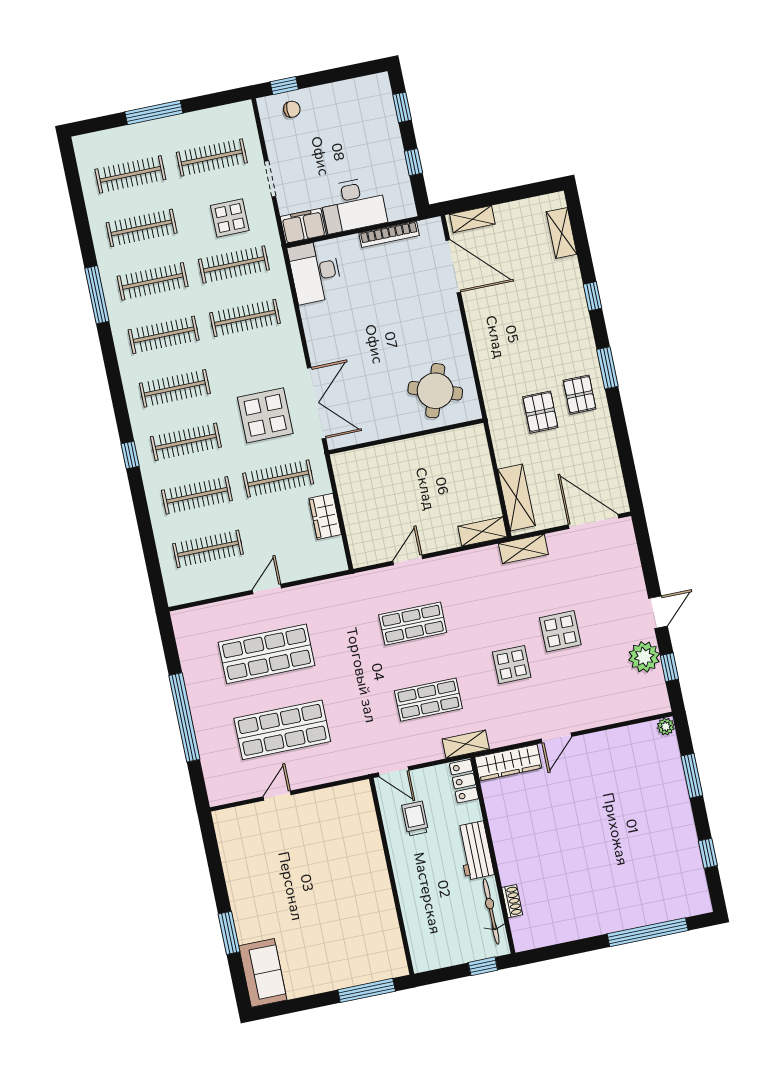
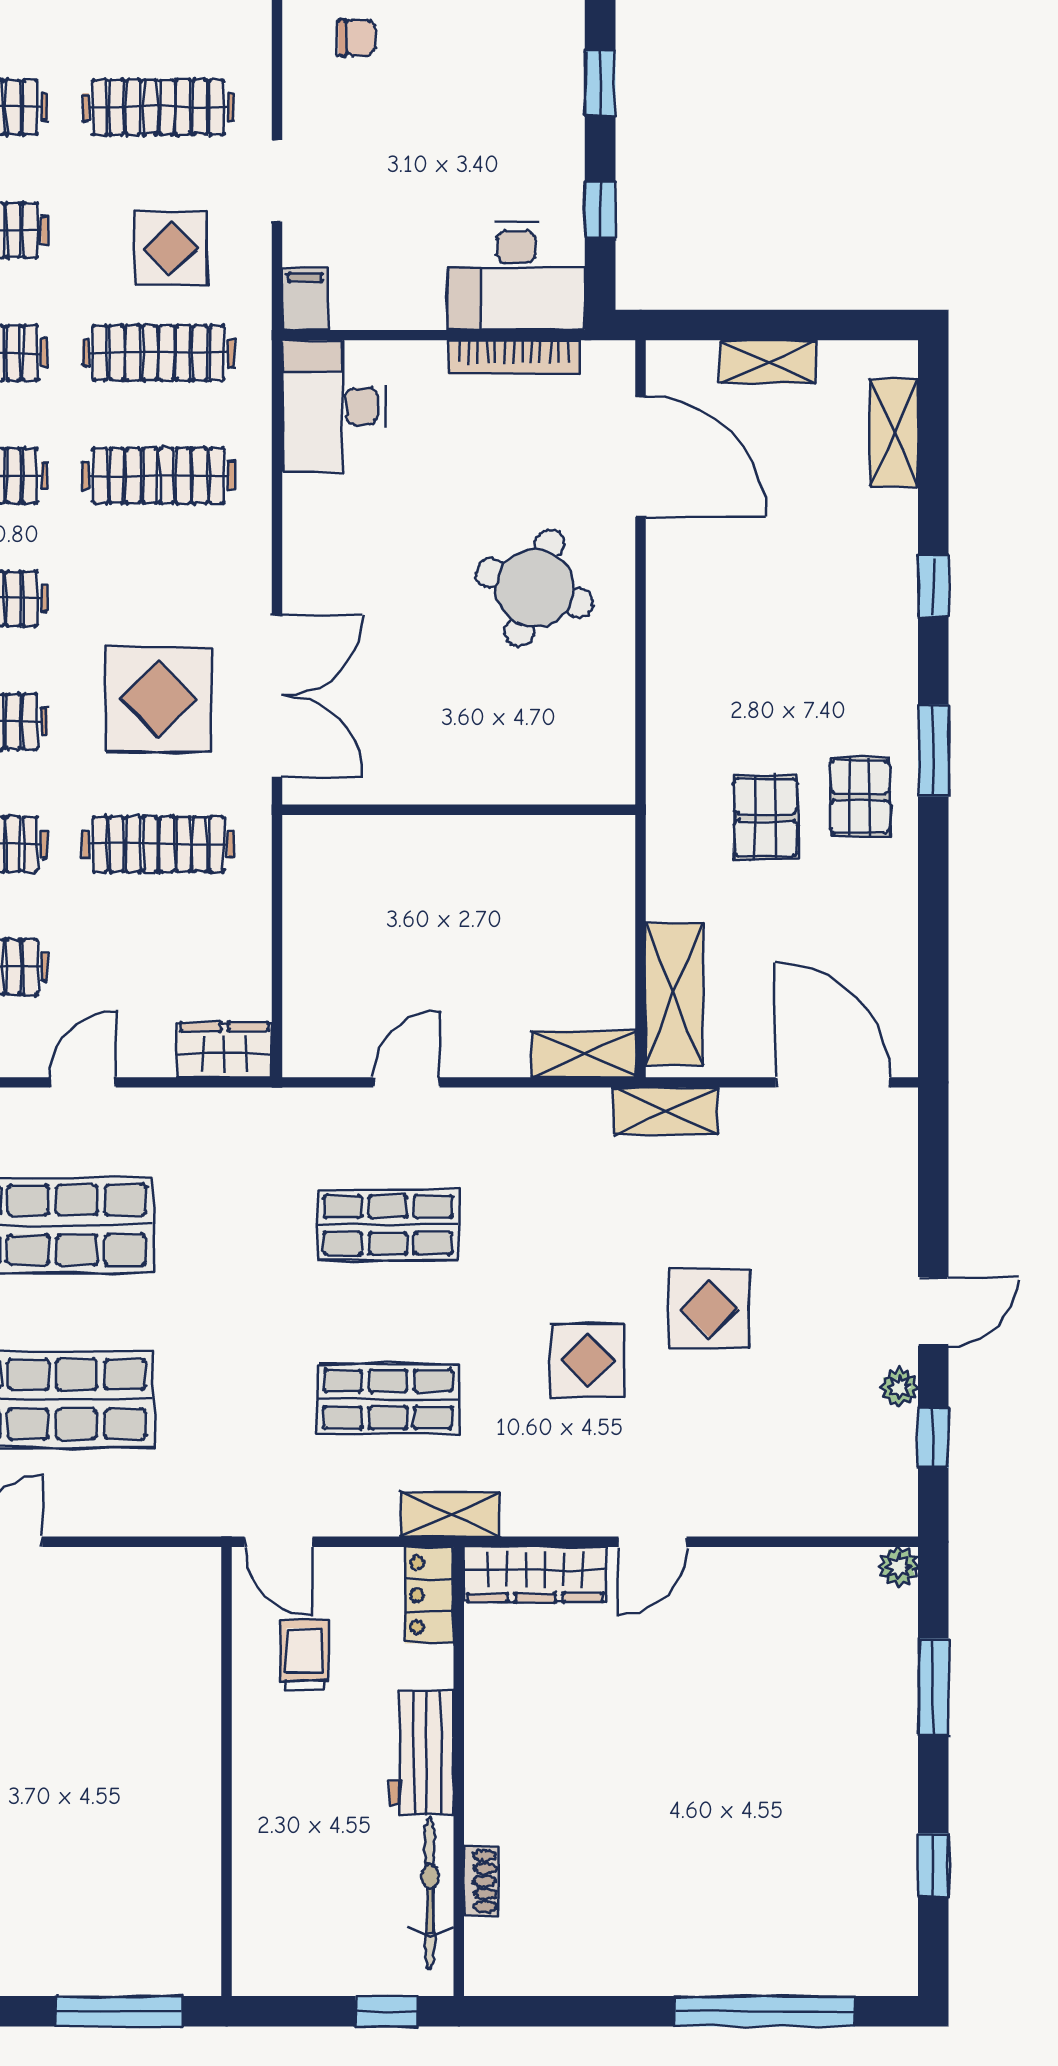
desk: (353, 205) -> (516, 276), moved
shelving: (472, 219) -> (768, 362), moved
filing cabinet: (303, 226) -> (305, 299), width x0.50
round table: (435, 391) -> (535, 588), moved
wardrobe: (325, 516) -> (224, 1050), moved, turned 90
plant: (644, 657) -> (899, 1387), width x0.53, depth x0.53

